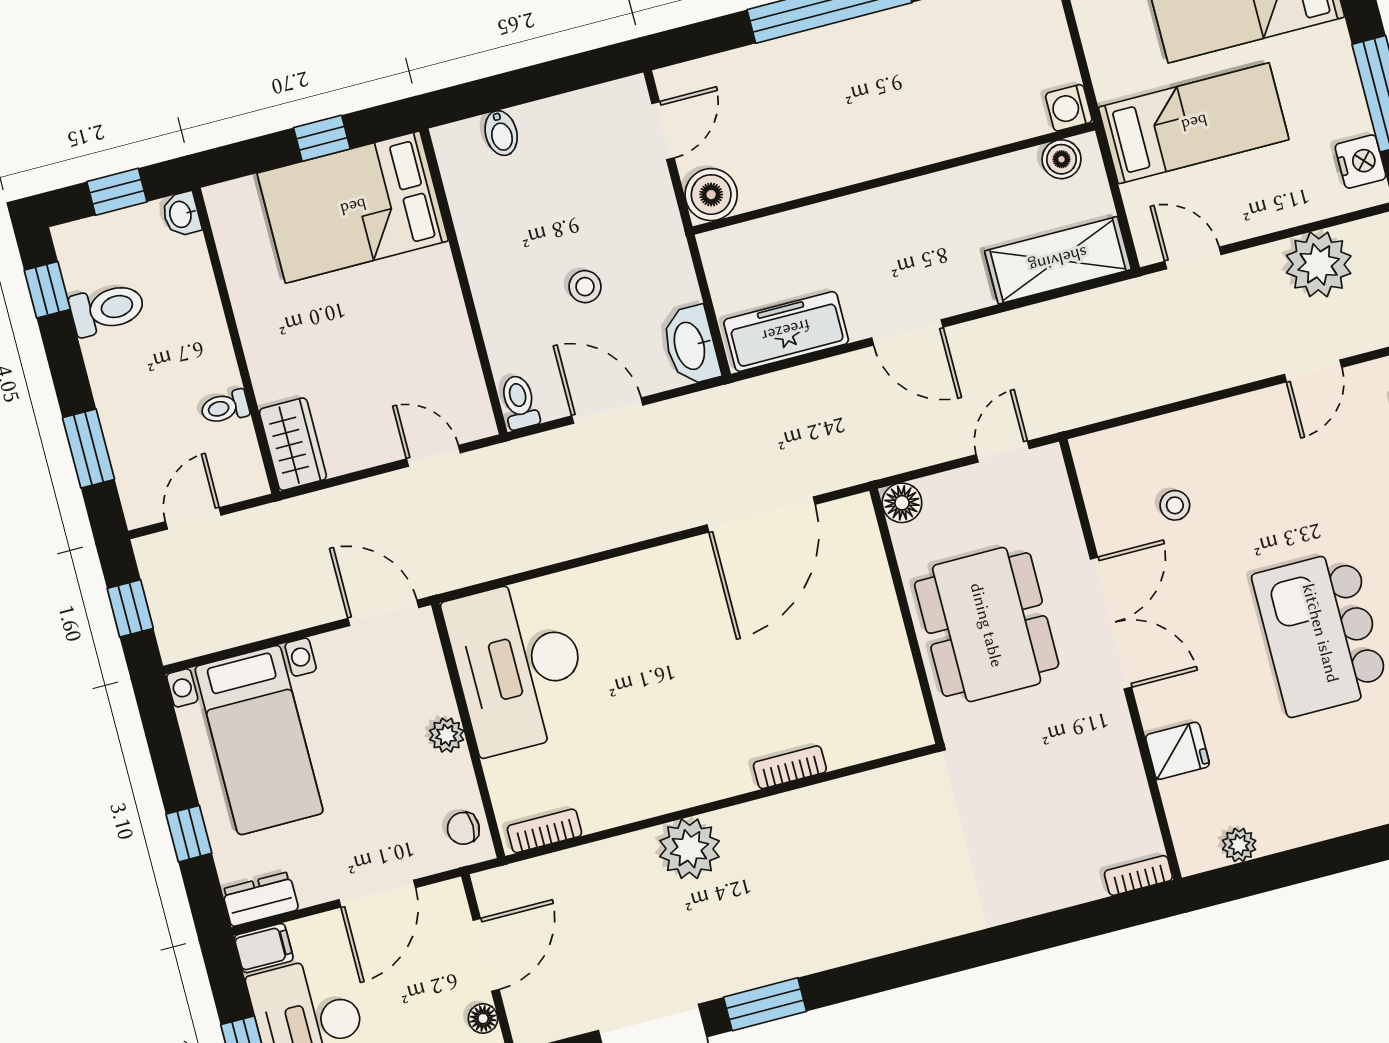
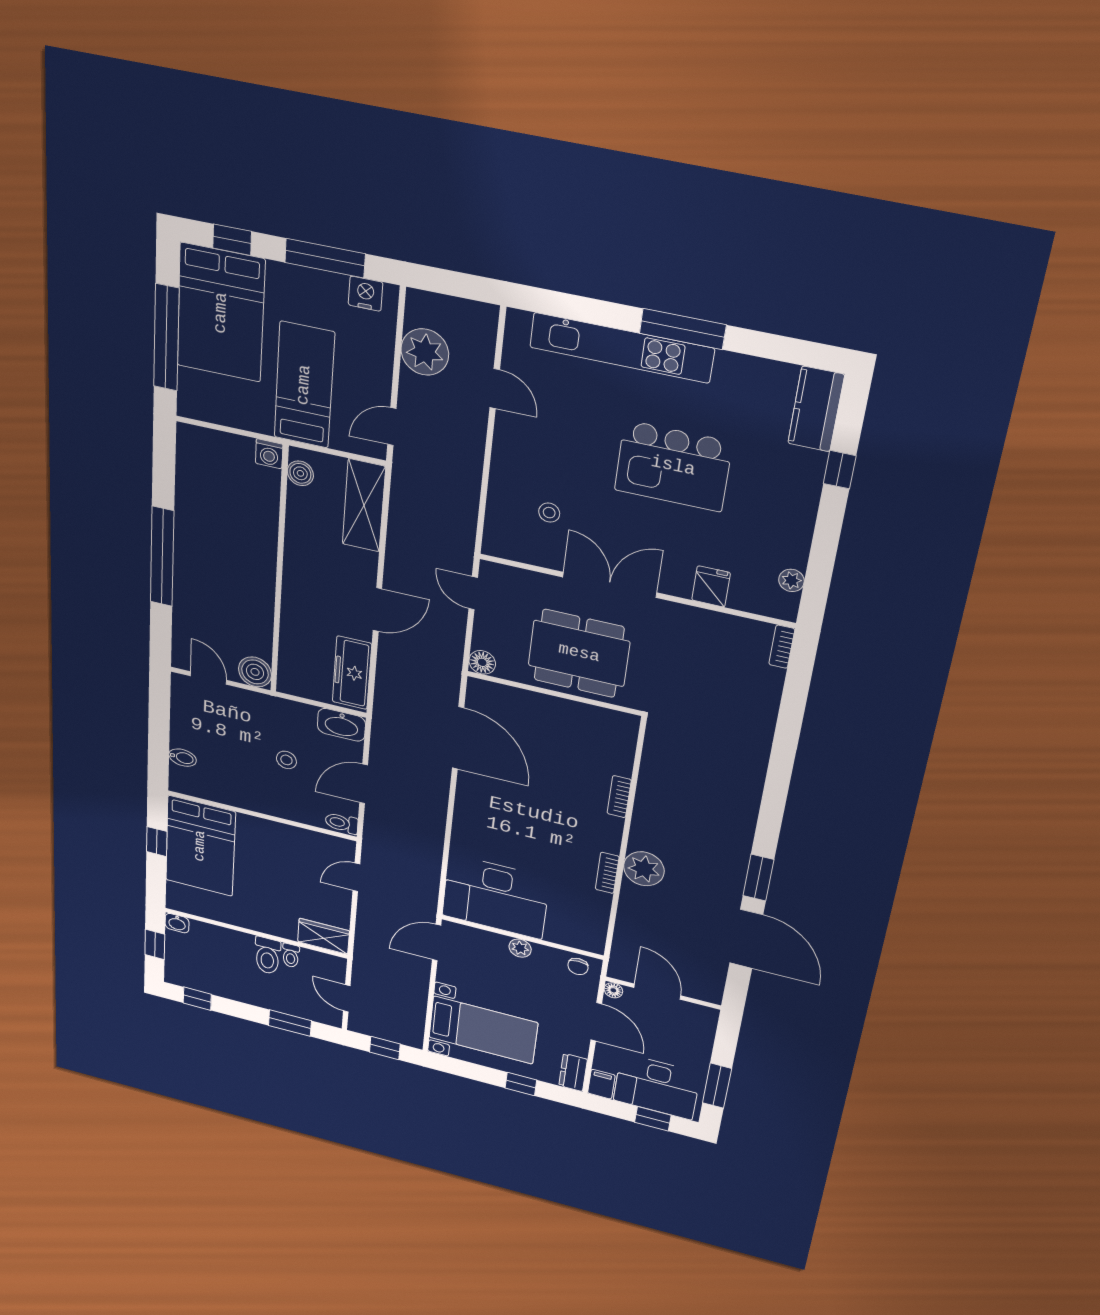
toilet: (107, 309) -> (268, 956), moved, turned 180
bookcase: (544, 831) -> (607, 873), moved
floor lamp: (483, 1019) -> (613, 990), moved

